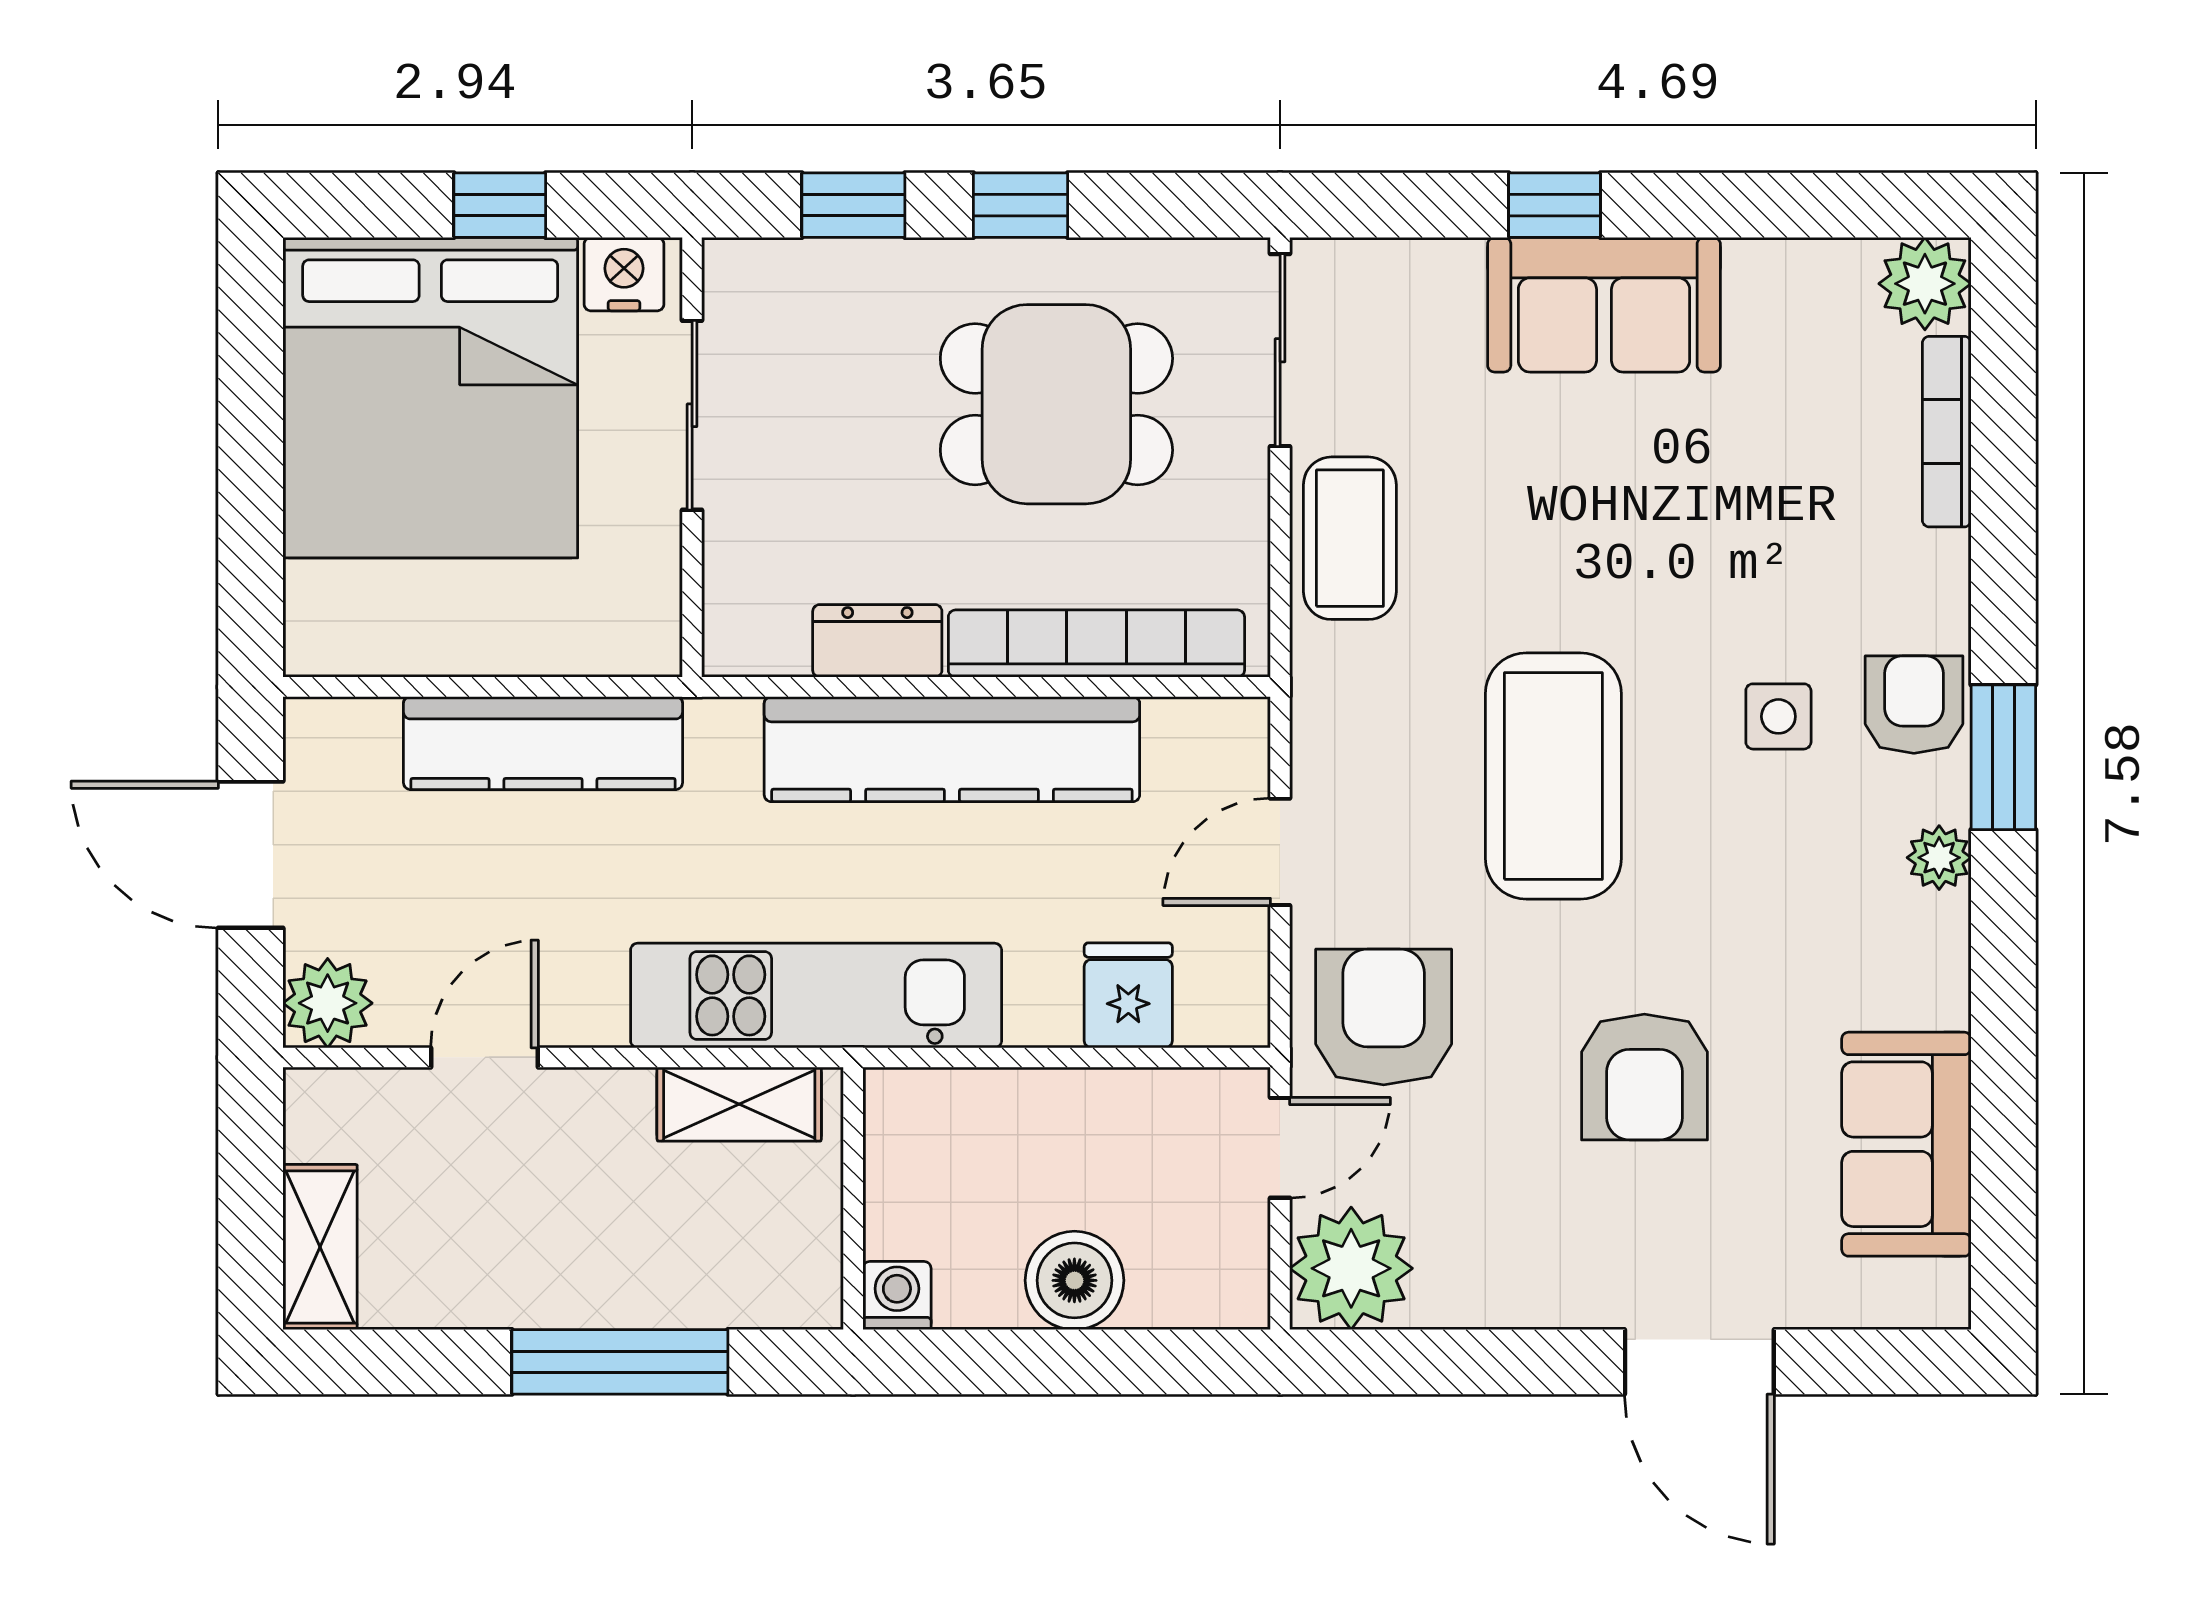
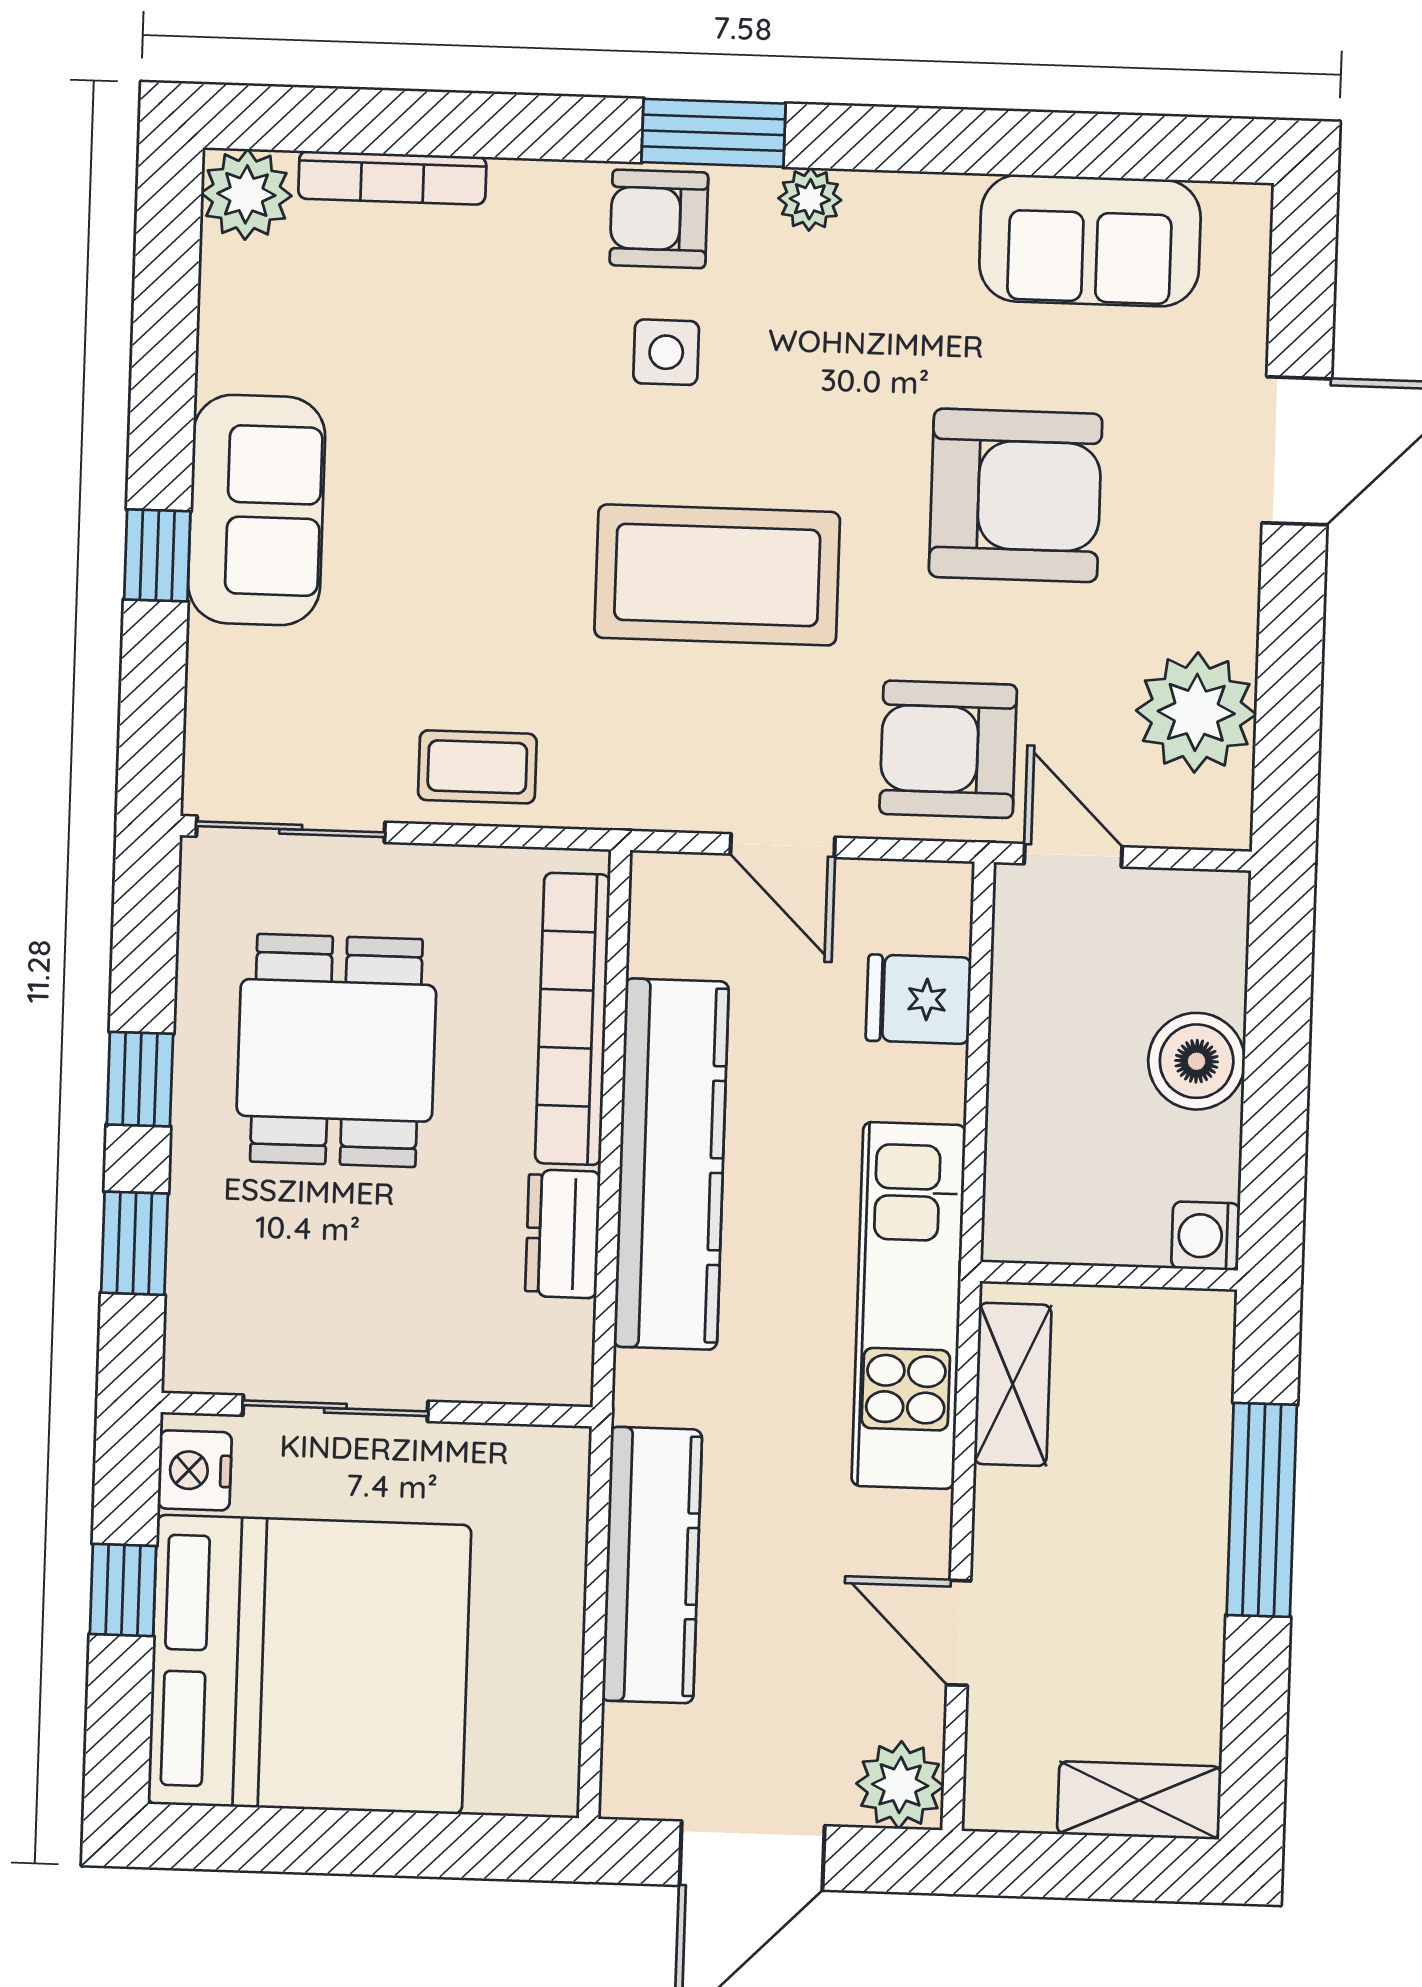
coffee table: (1350, 538) -> (477, 767), width x0.73, depth x0.77
armchair: (1644, 1077) -> (1016, 495), width x1.36, depth x1.36
plant: (1351, 1268) -> (1196, 712), moved

